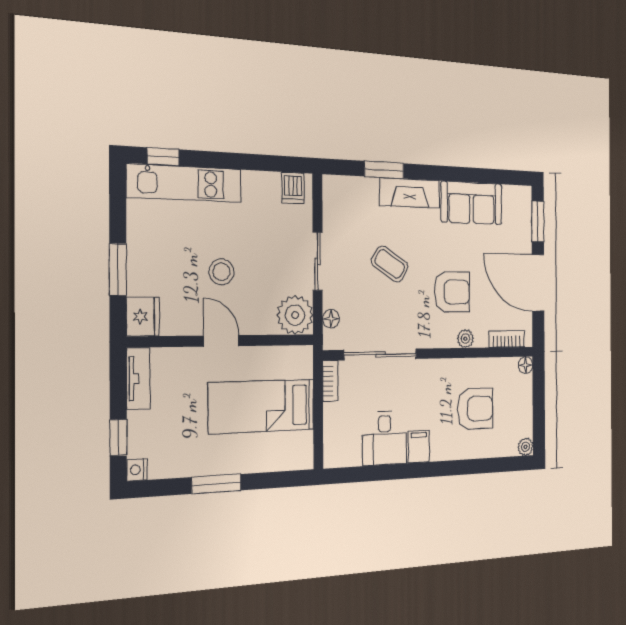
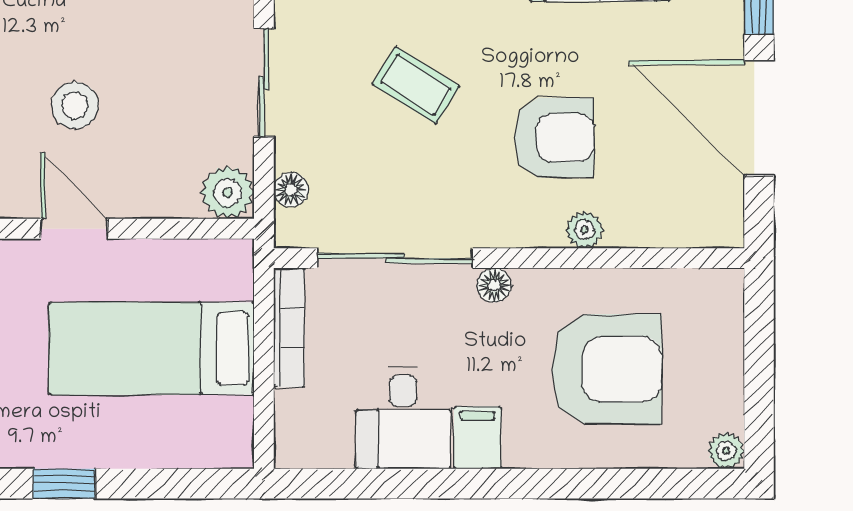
plant: (295, 315) -> (228, 192), width x0.73, depth x0.73
bookcase: (507, 339) -> (682, 232), removed
floor lamp: (526, 365) -> (494, 285), moved
bookcase: (330, 381) -> (289, 328), width x1.56
armchair: (475, 409) -> (607, 369), width x1.36, depth x1.36
window: (216, 484) -> (64, 484), width x0.67

